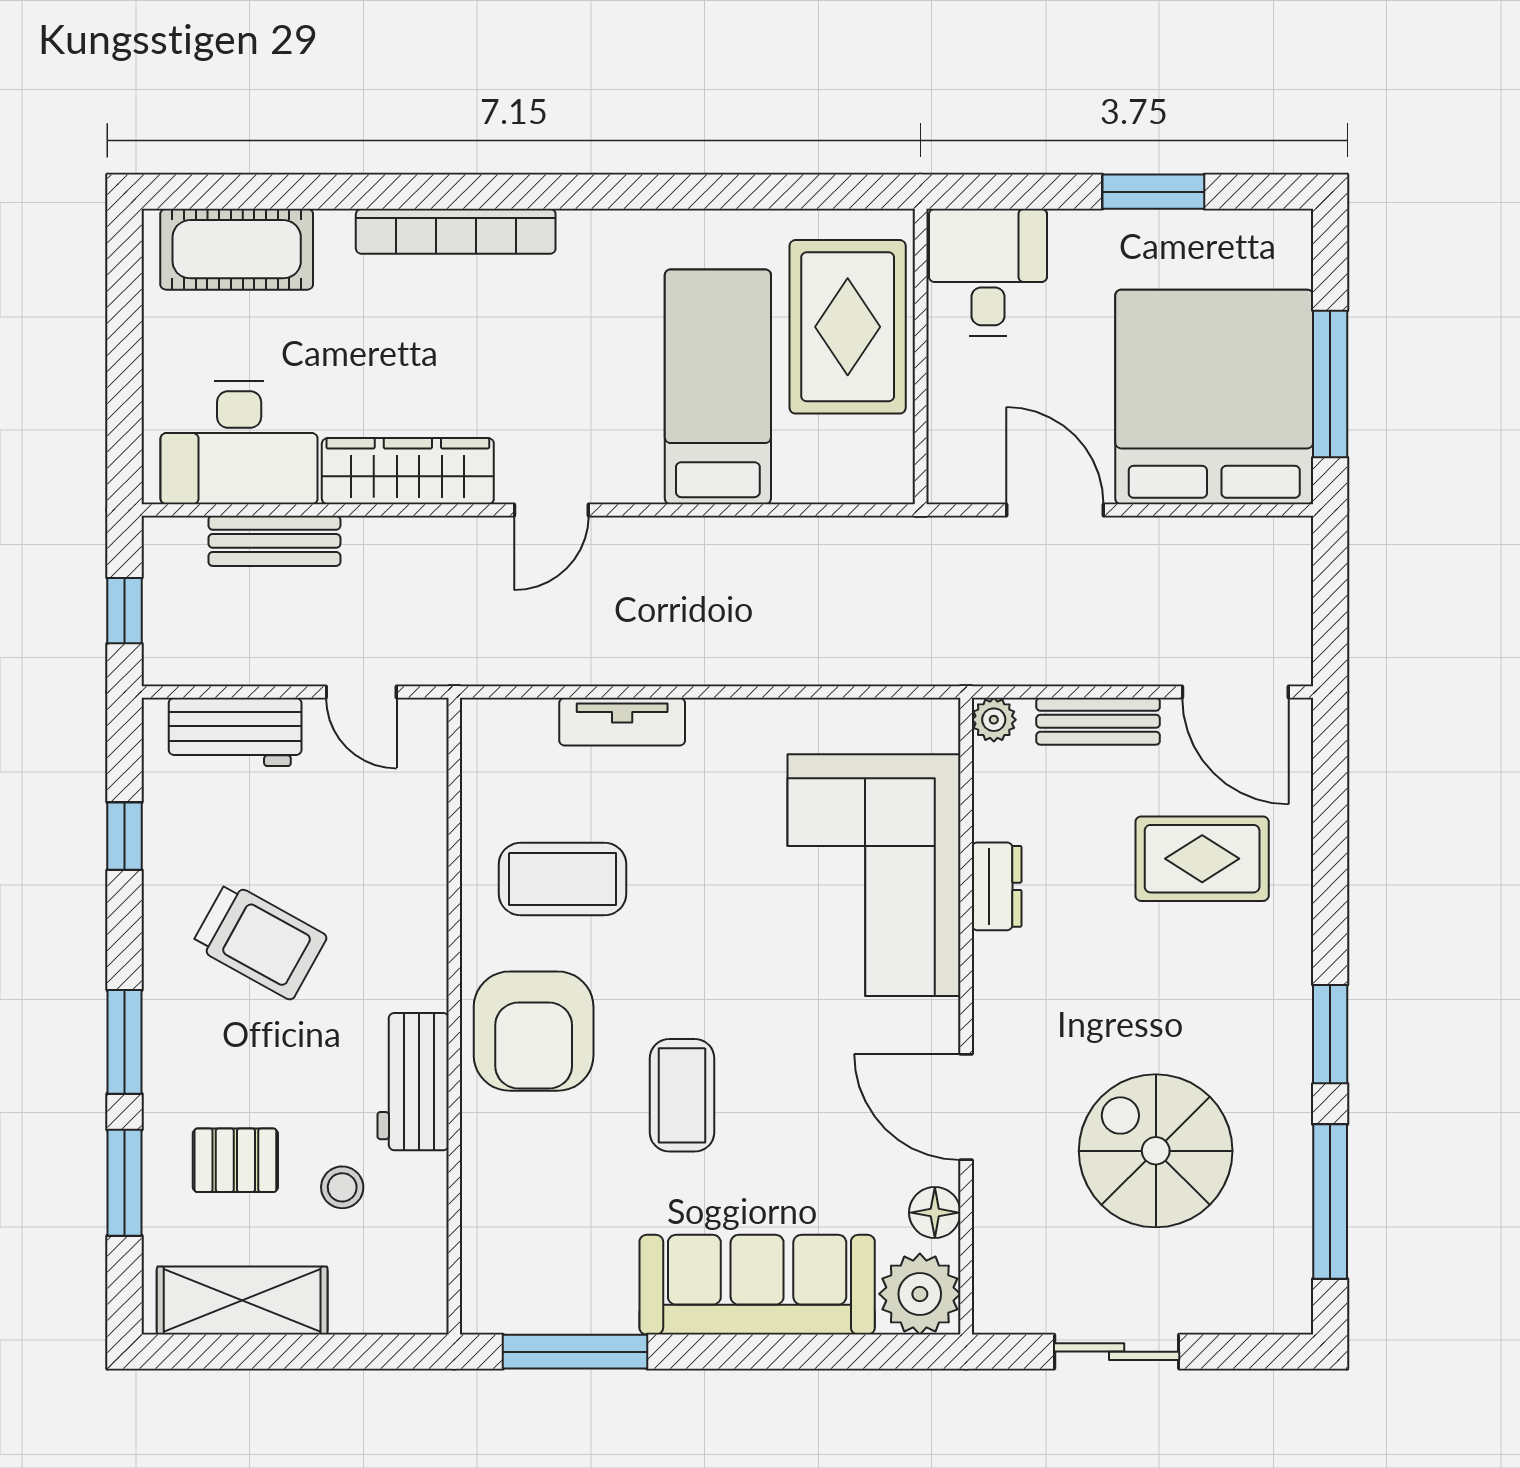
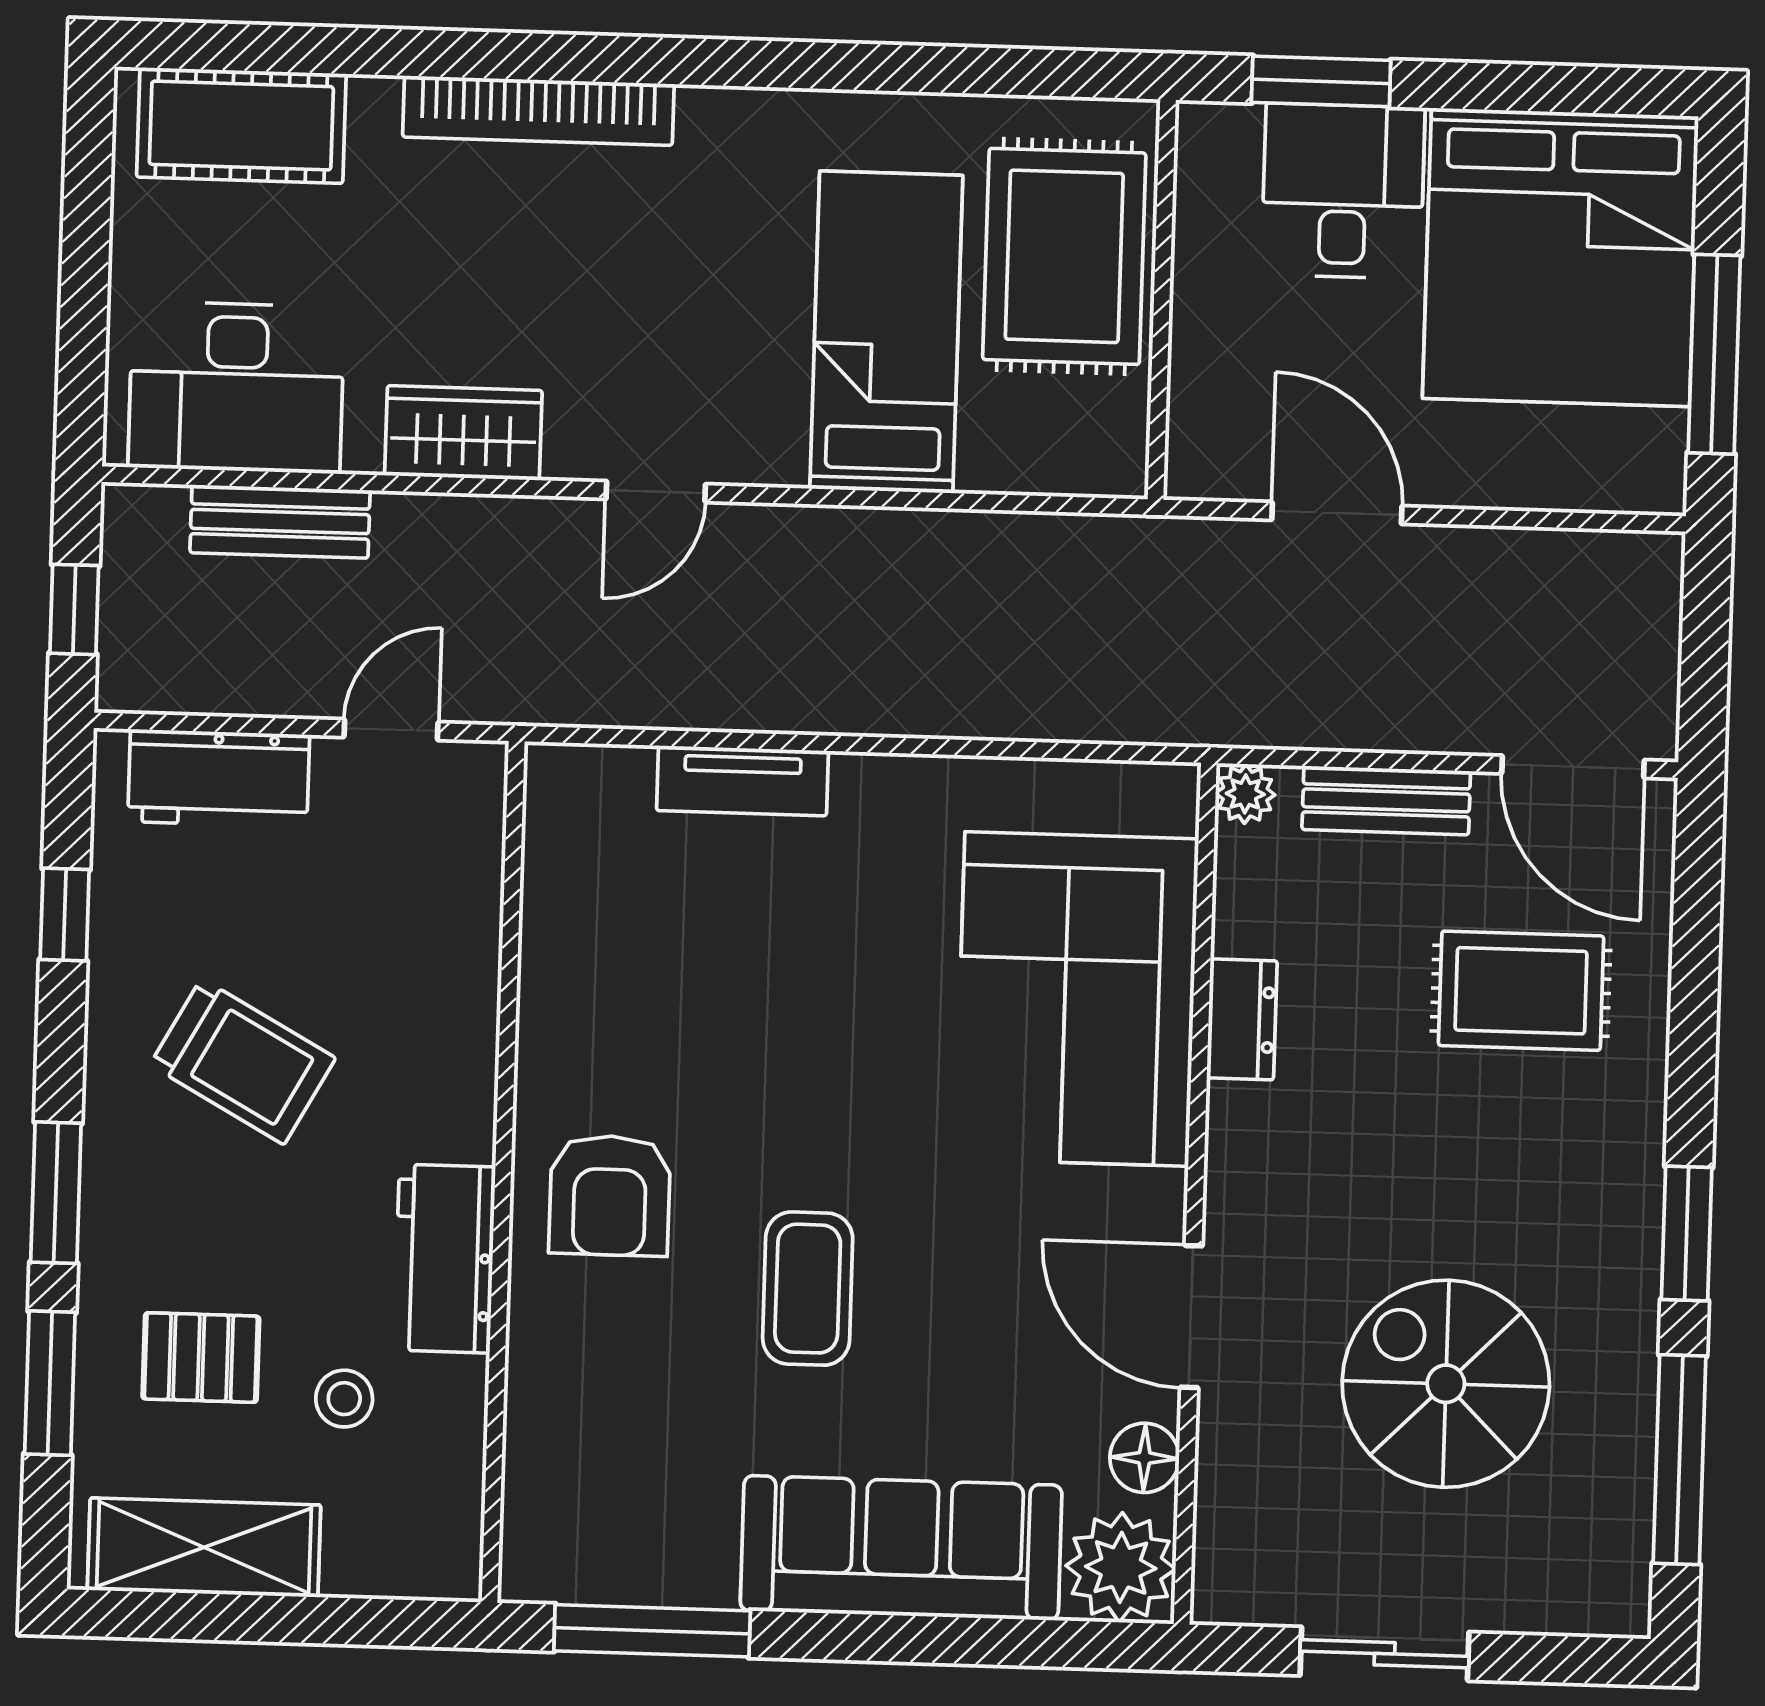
window: (1153, 192) -> (1321, 81), moved
desk: (988, 272) -> (1343, 191), moved
bed: (1214, 397) -> (1561, 257), moved, turned 180
wardrobe: (408, 471) -> (463, 433), width x0.67
door: (361, 692) -> (391, 730), swing flipped
coffee table: (563, 879) -> (655, 991), removed
armchair: (534, 1031) -> (610, 1195), width x0.73, depth x0.73

